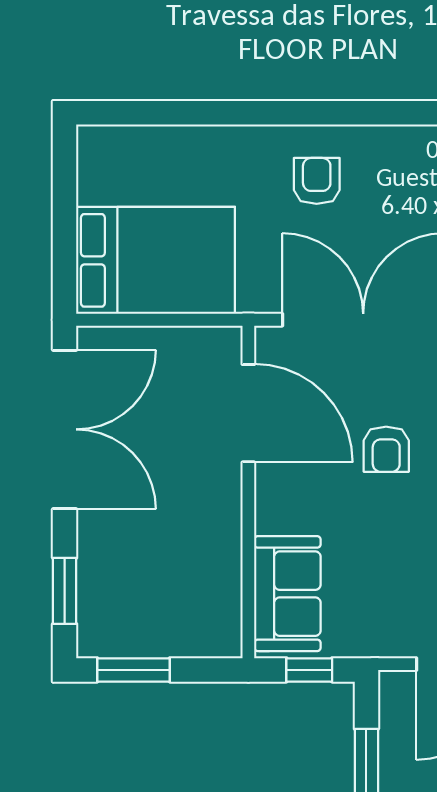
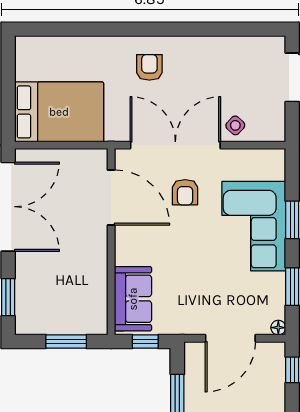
armchair: (386, 449) -> (185, 192), moved
window: (133, 670) -> (66, 342), moved

